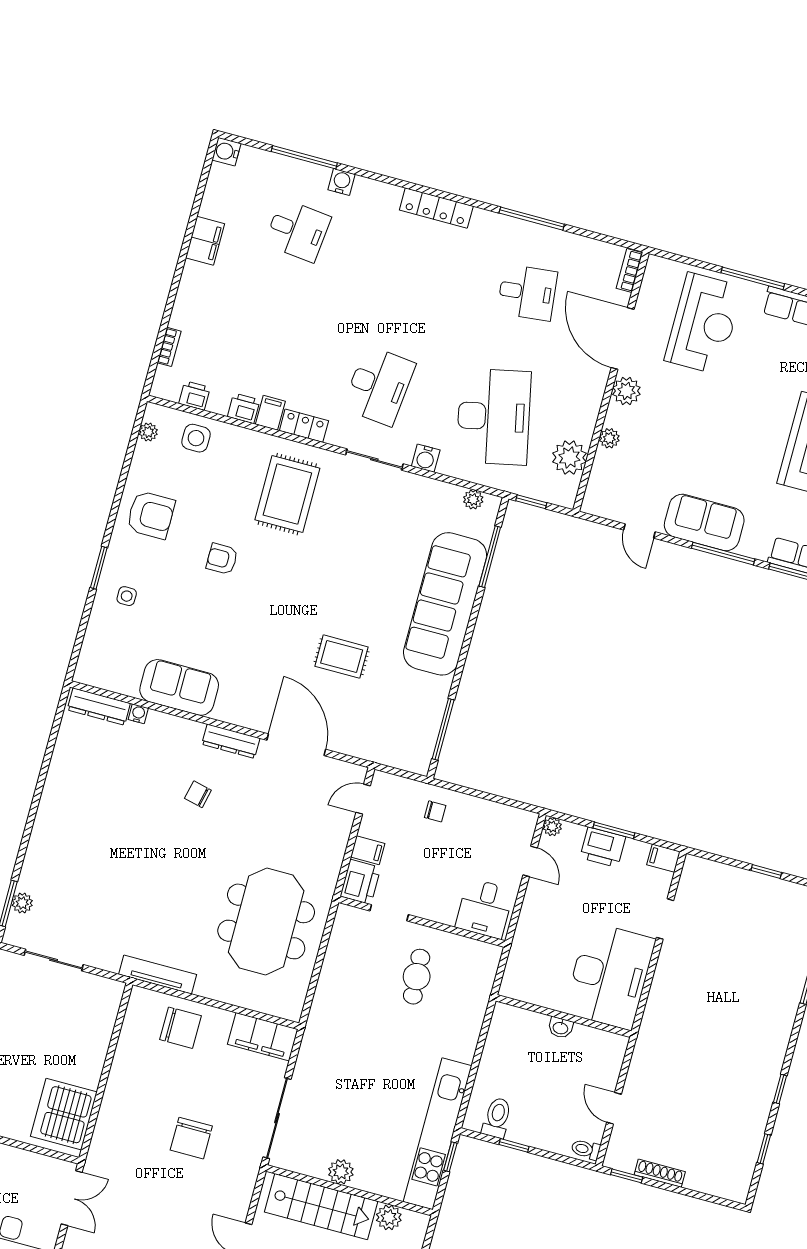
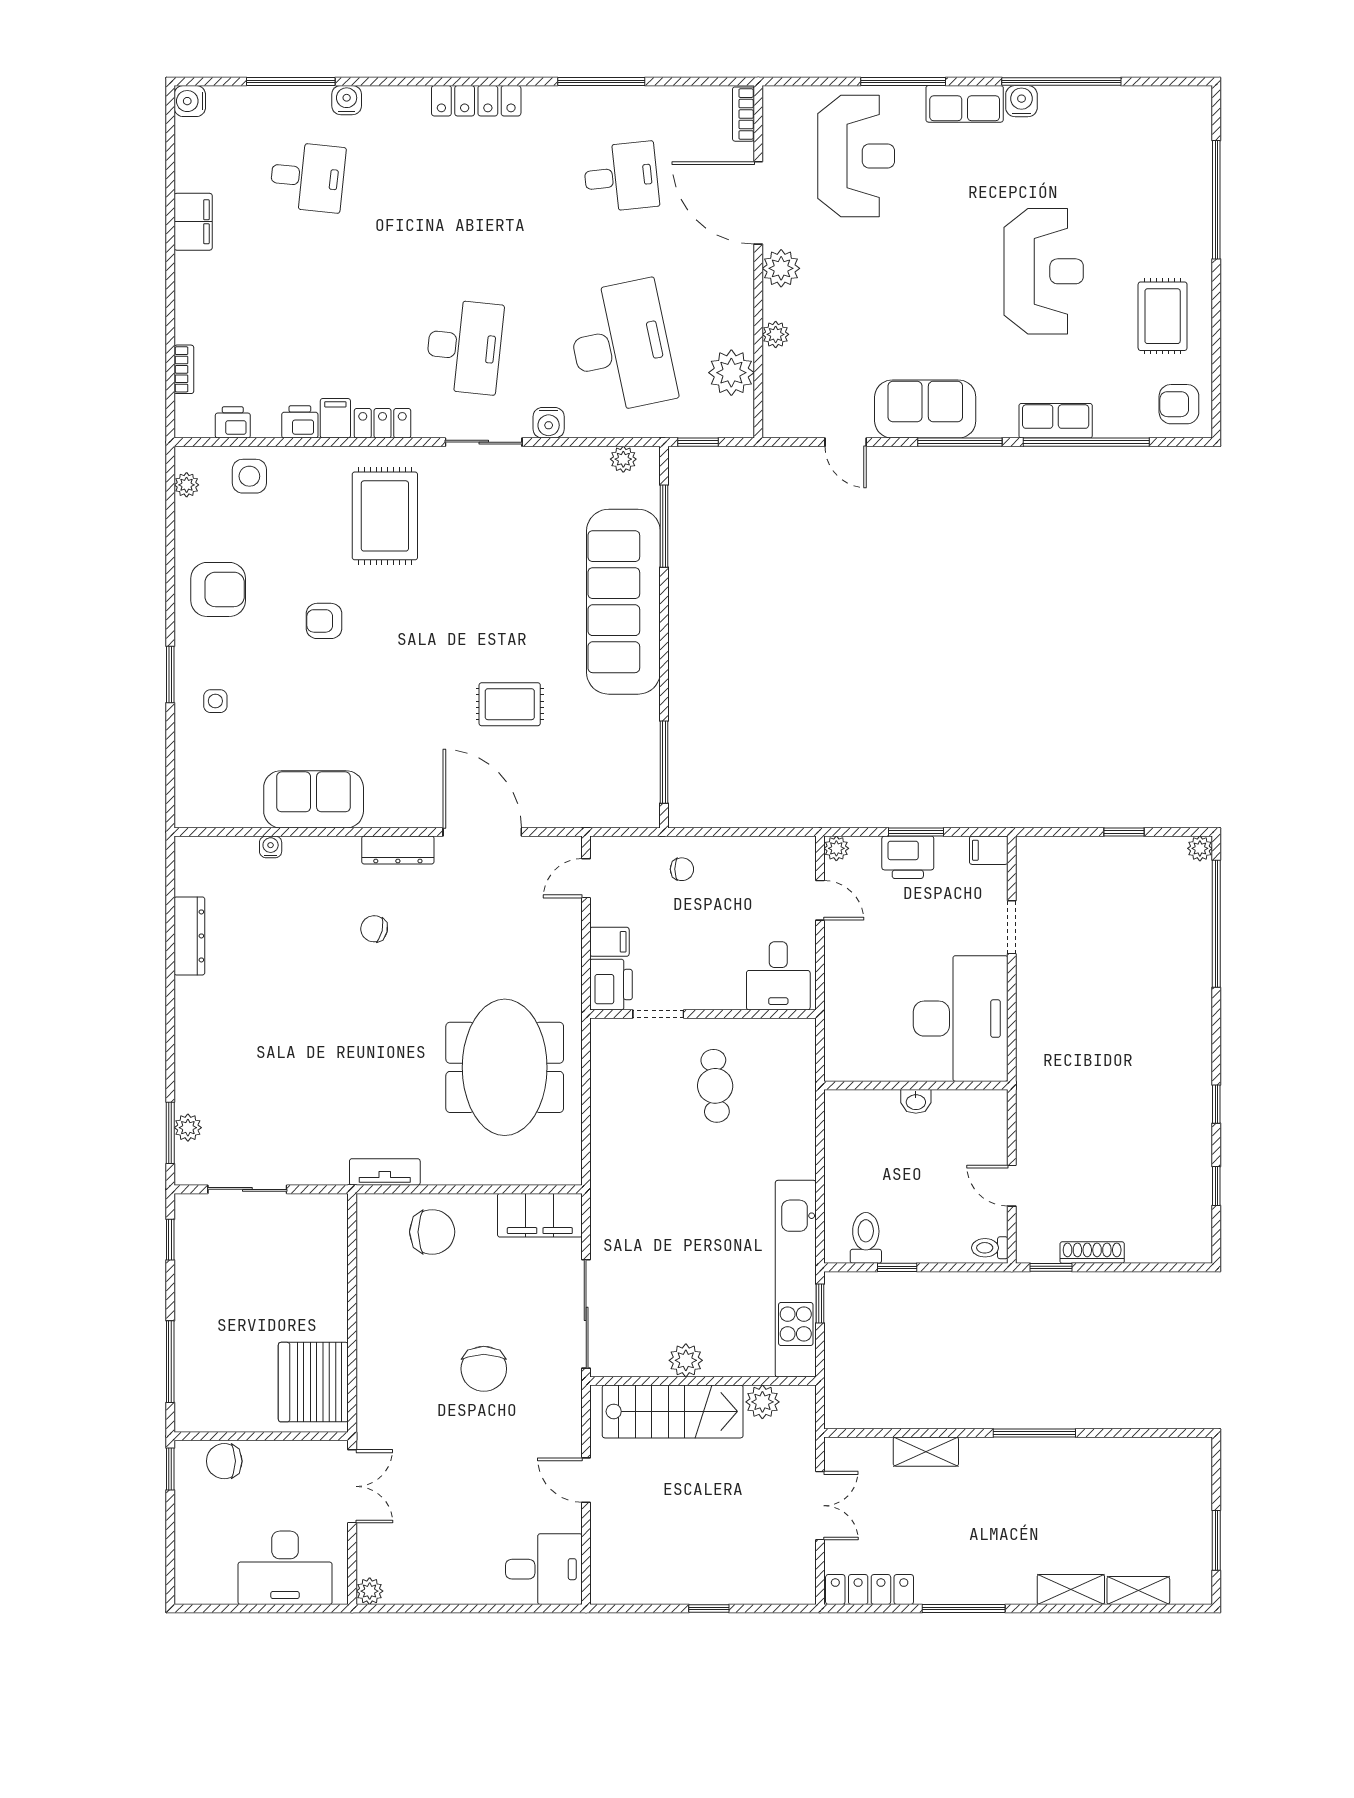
dresser: (99, 707) -> (189, 936), moved, turned -90
tv unit: (158, 974) -> (385, 1172), width x0.71

